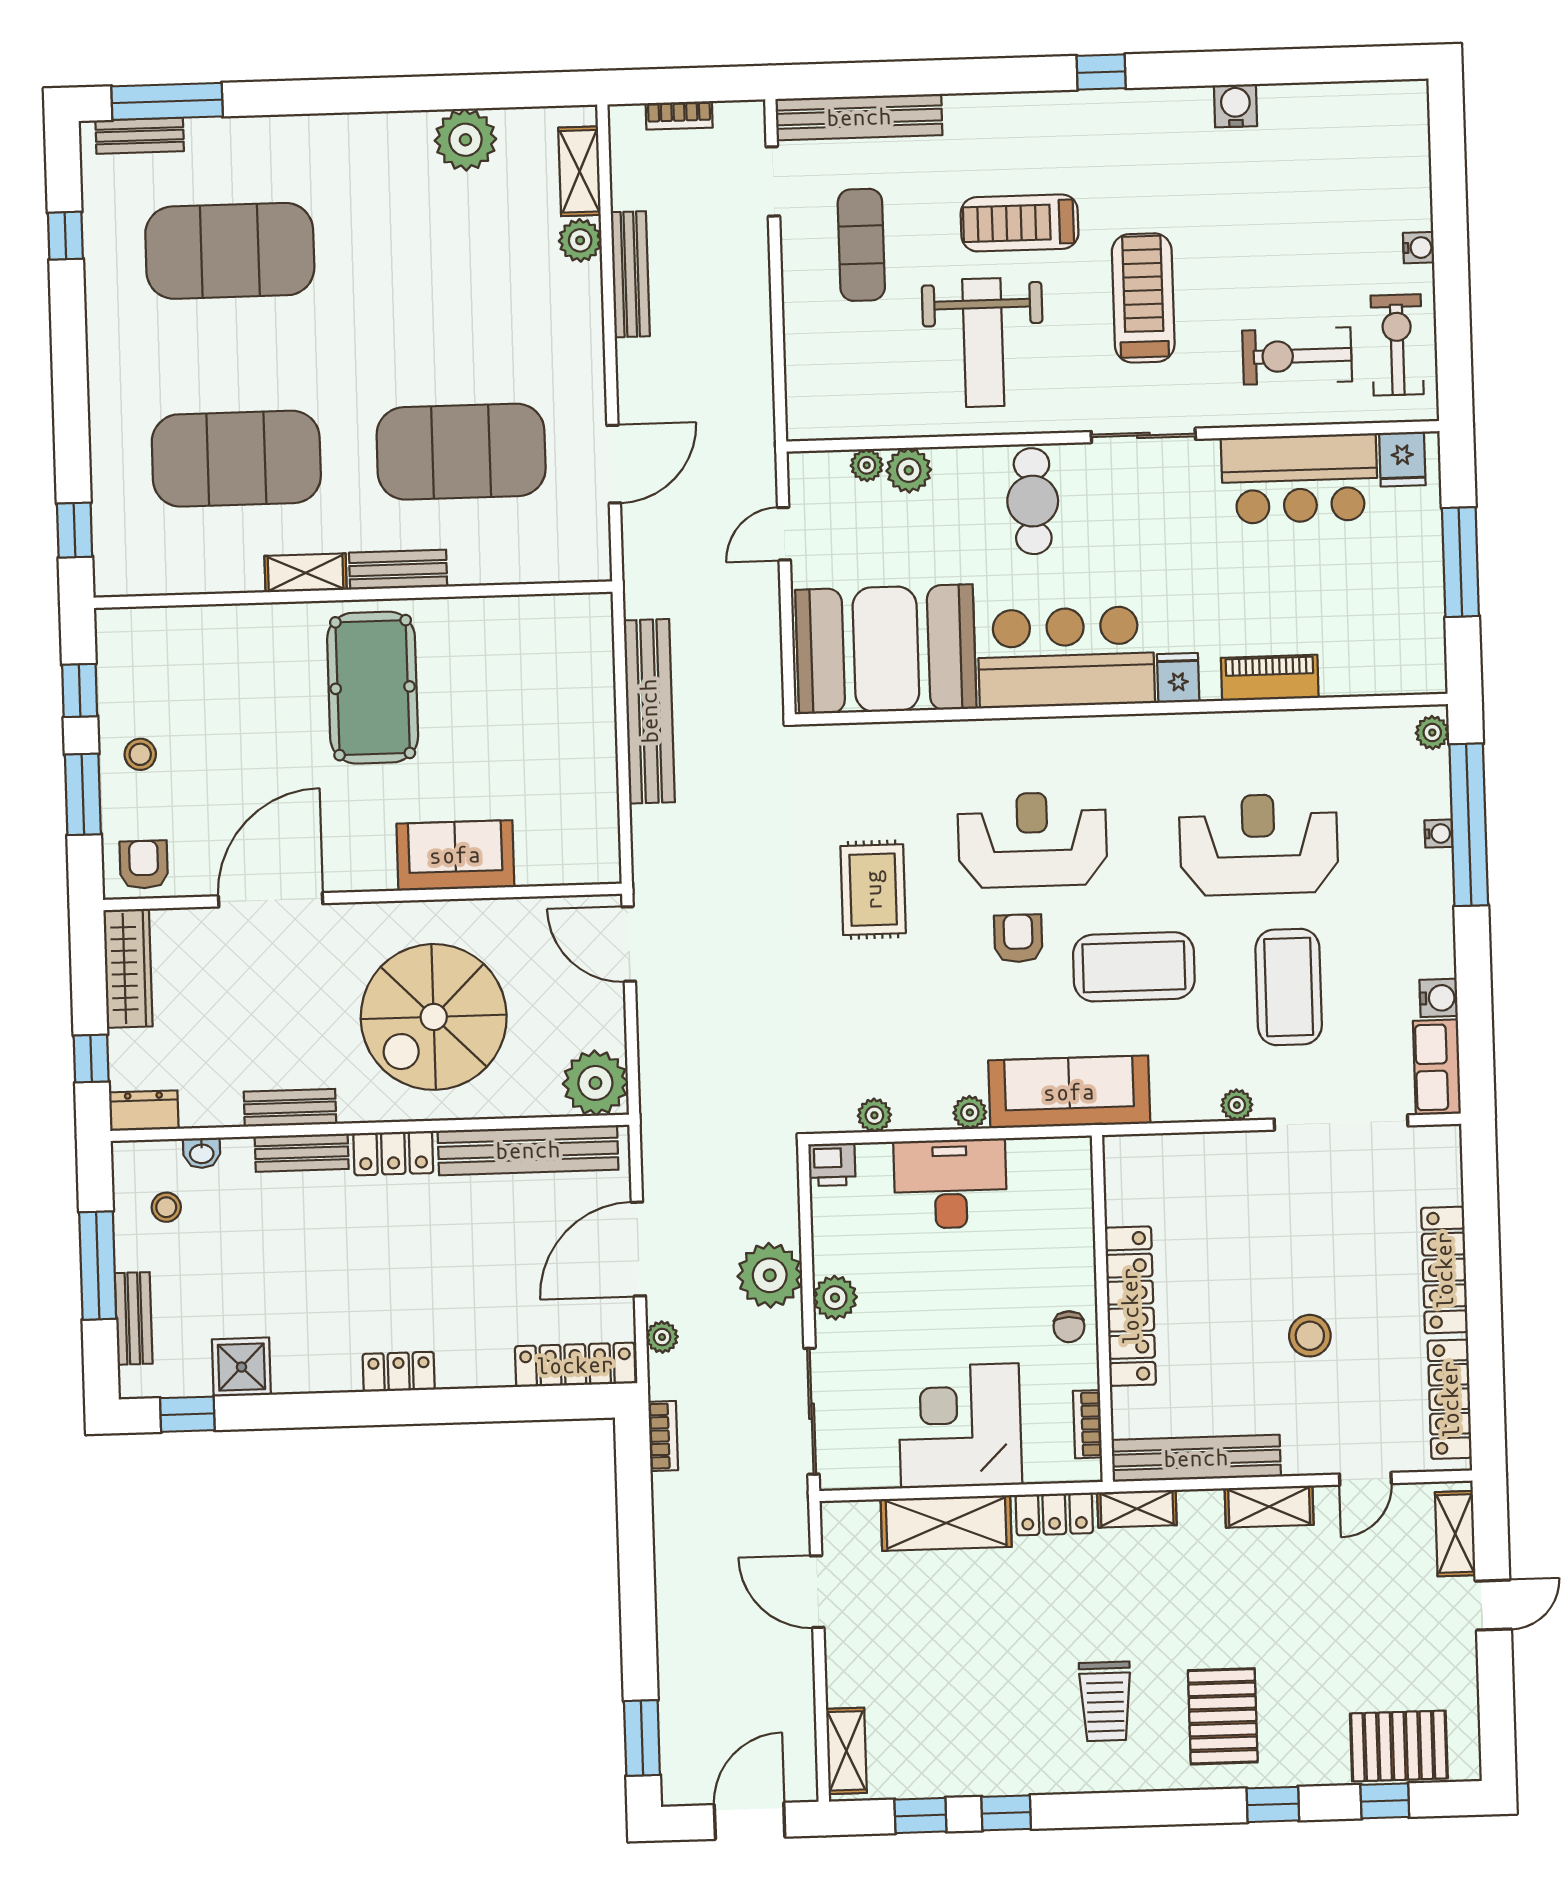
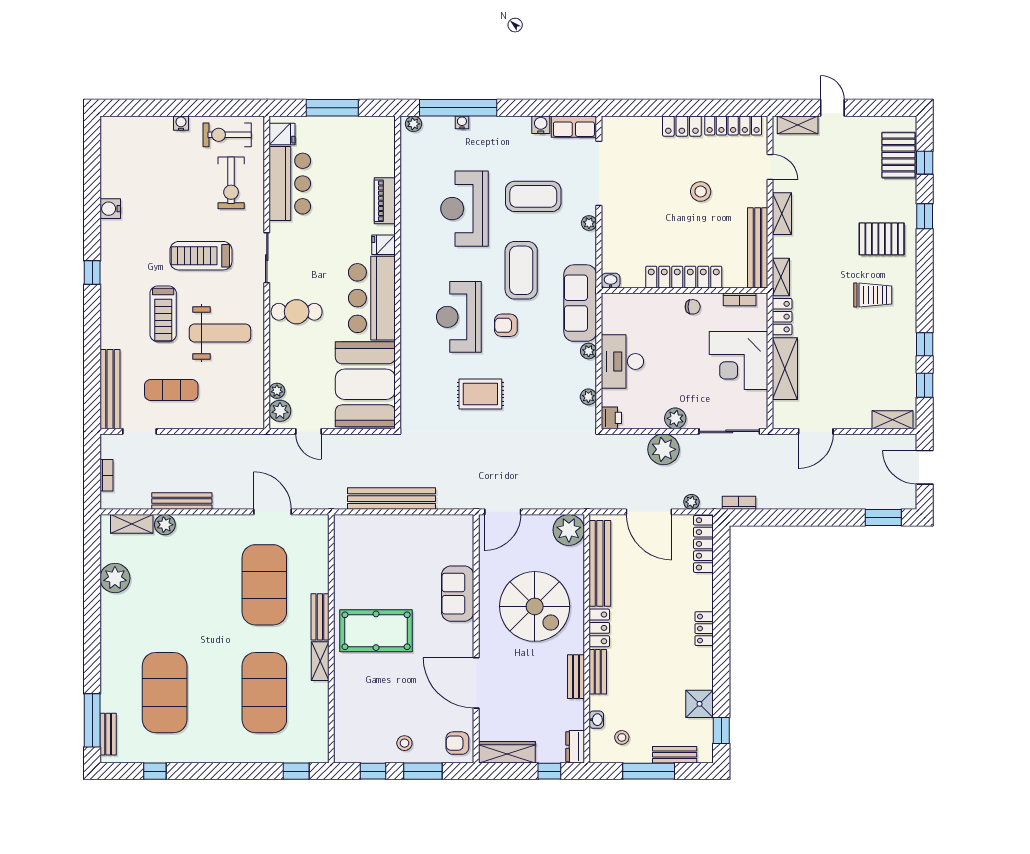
plant: (909, 470) -> (280, 411), moved
washbasin: (1118, 1154) -> (611, 281), added
locker: (1444, 1270) -> (682, 126), width x0.66

